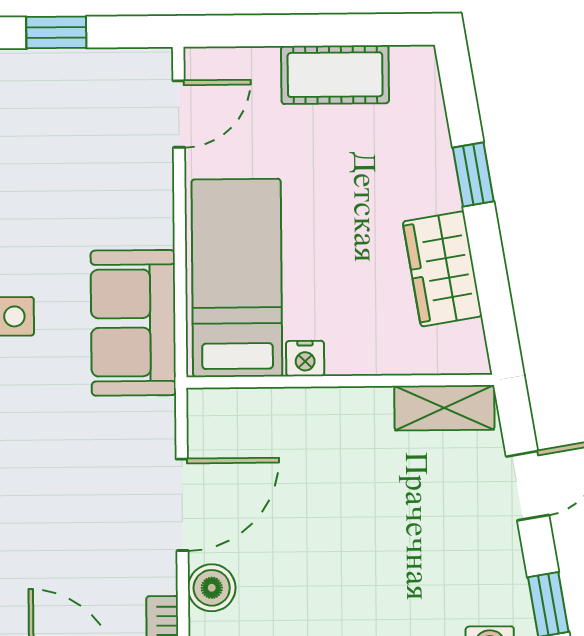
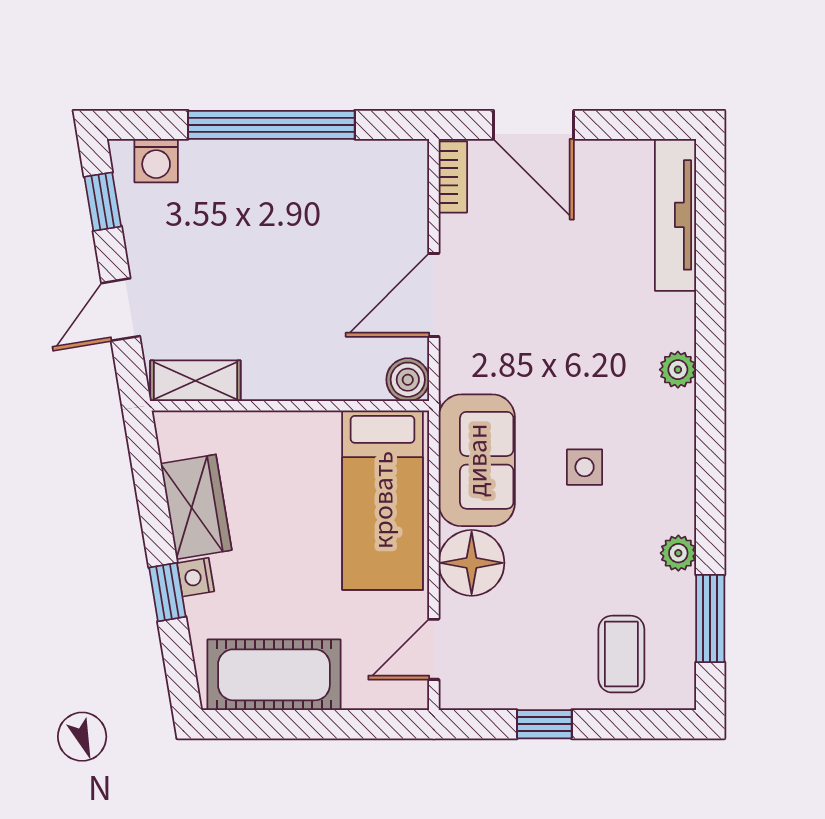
cot: (335, 75) -> (274, 675), width x1.37, depth x1.34
floor lamp: (138, 210) -> (472, 563), added
nightstand: (305, 358) -> (196, 577), moved, turned -99
boiler: (212, 588) -> (408, 380), moved

